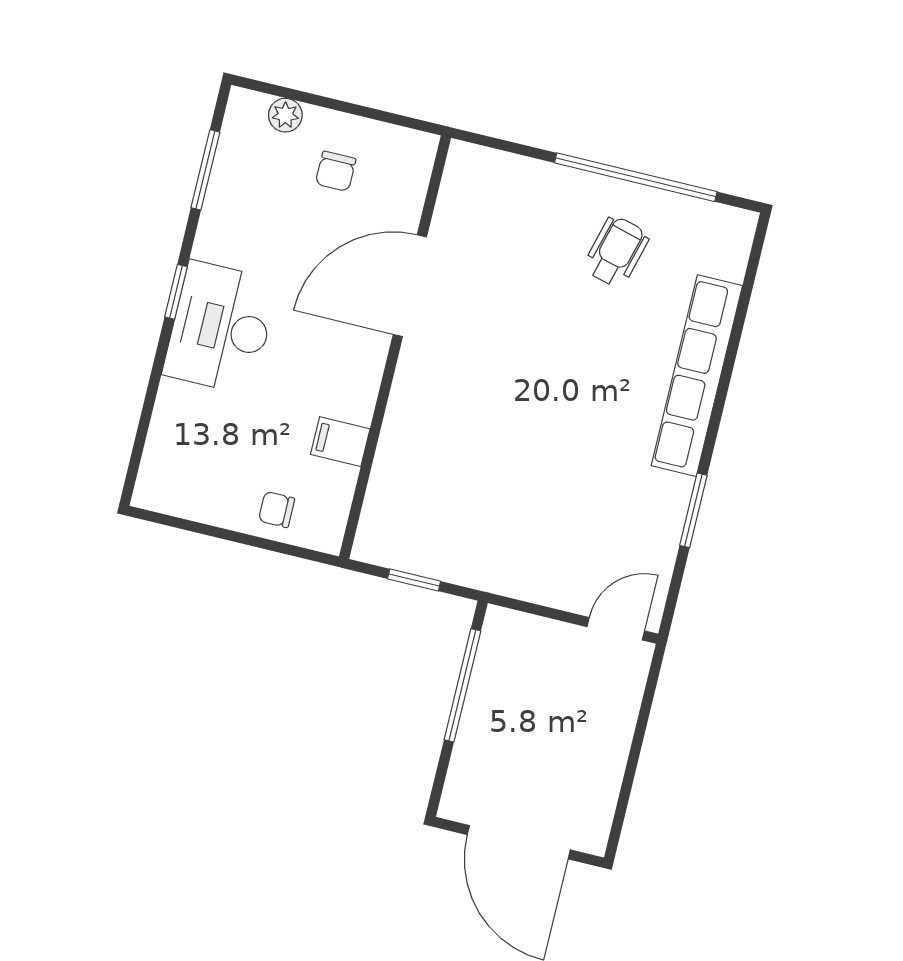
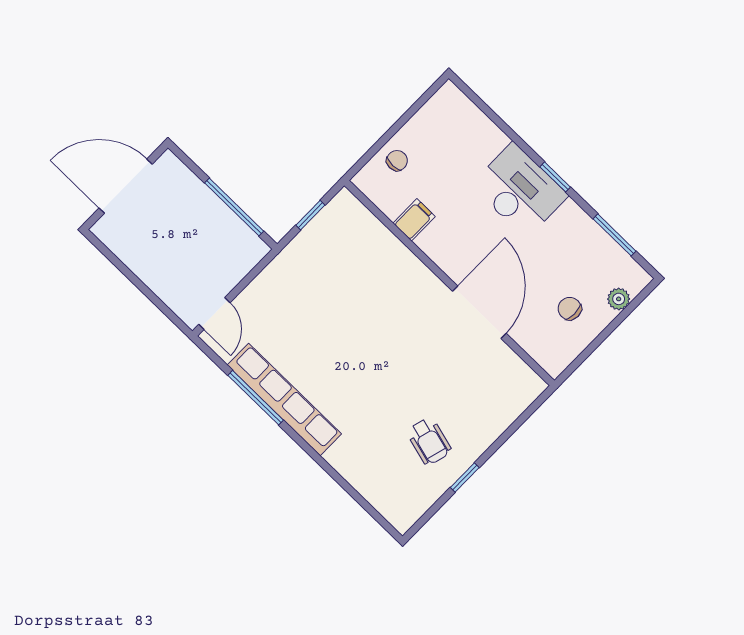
window: (636, 177) -> (465, 478), width x0.32
row of seats: (697, 376) -> (284, 399), moved
window: (693, 510) -> (256, 398), width x1.44

